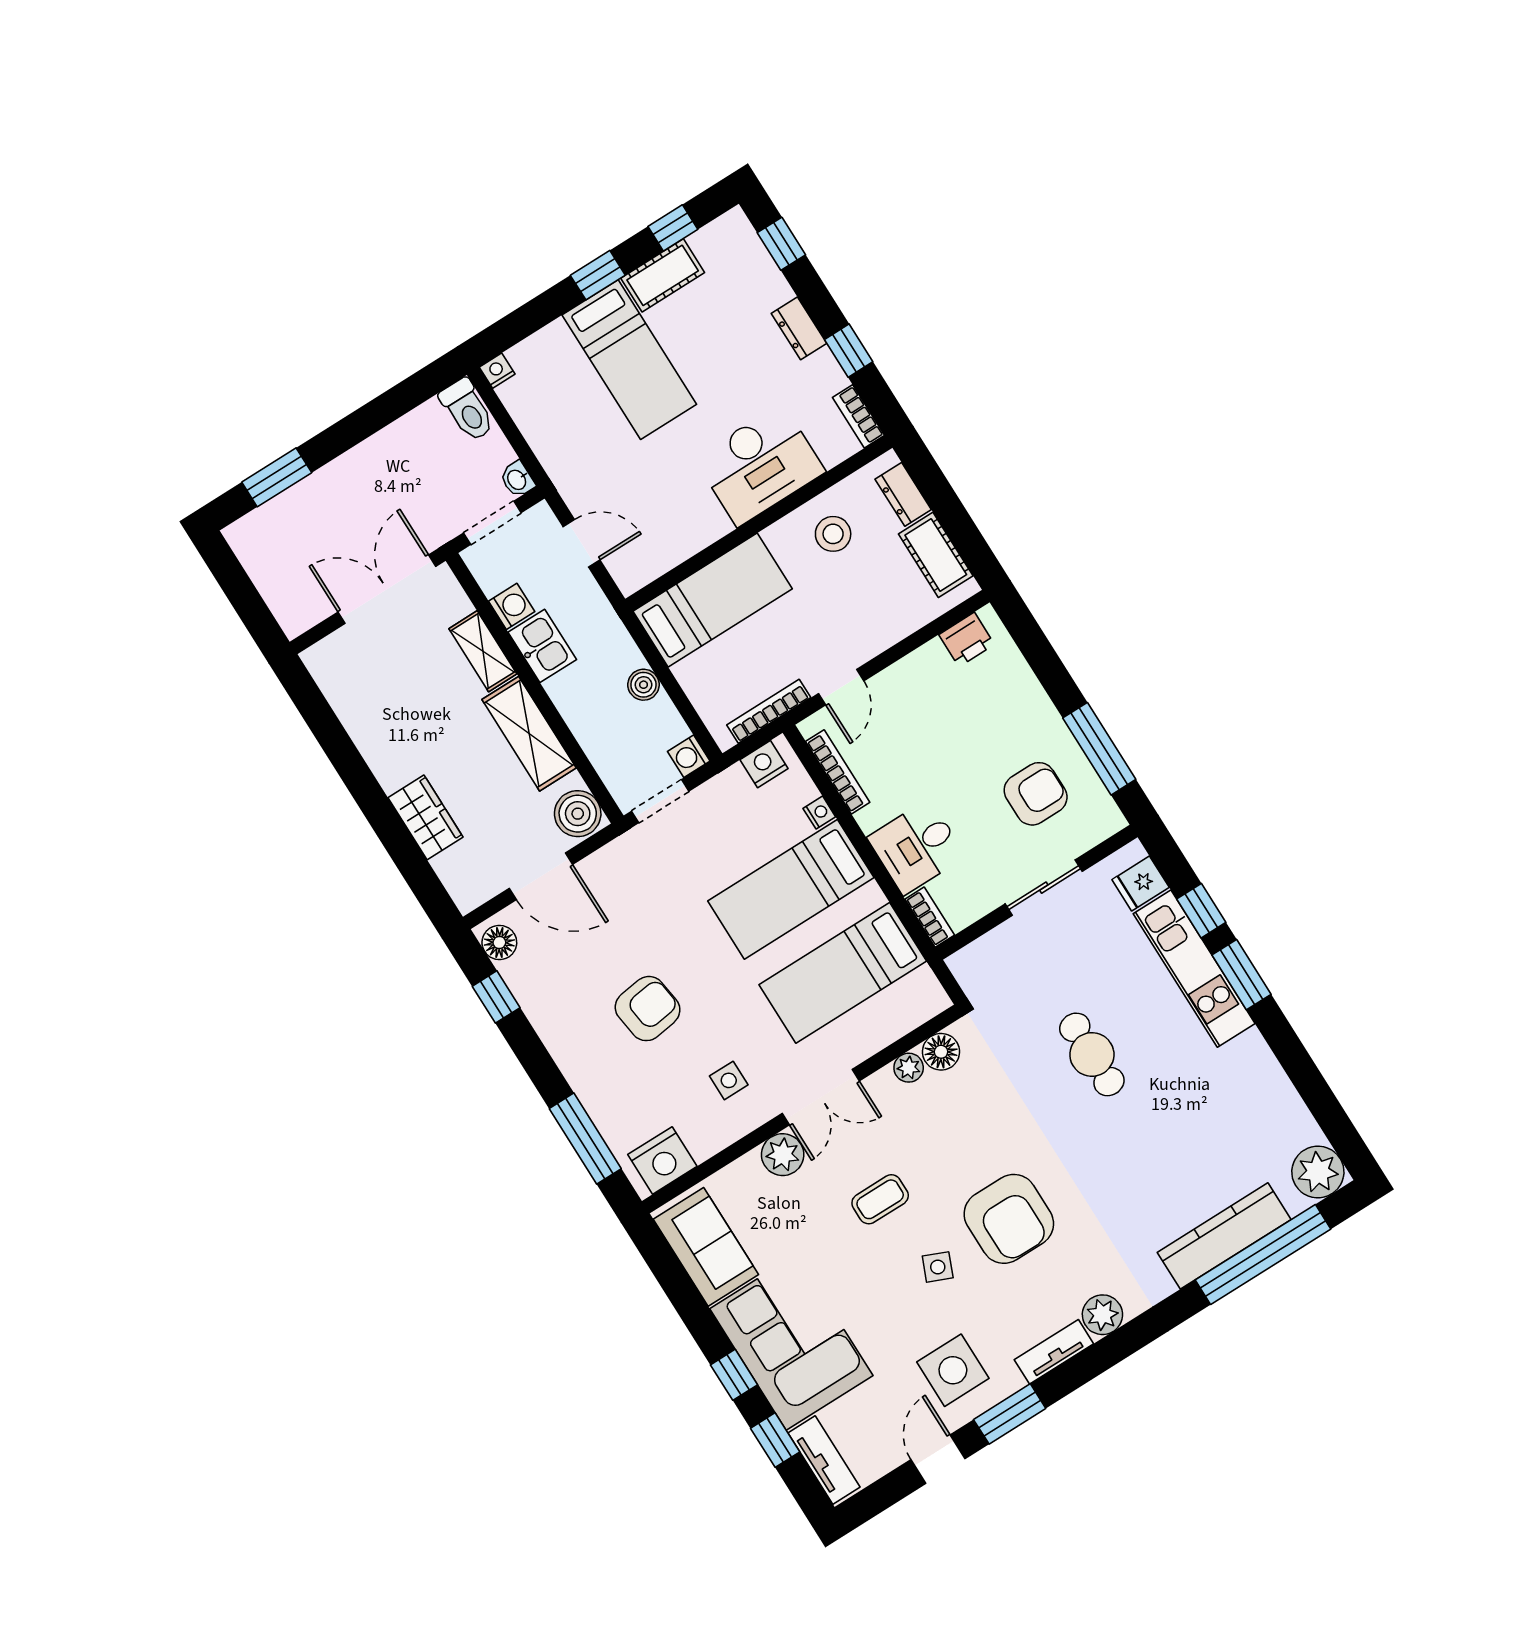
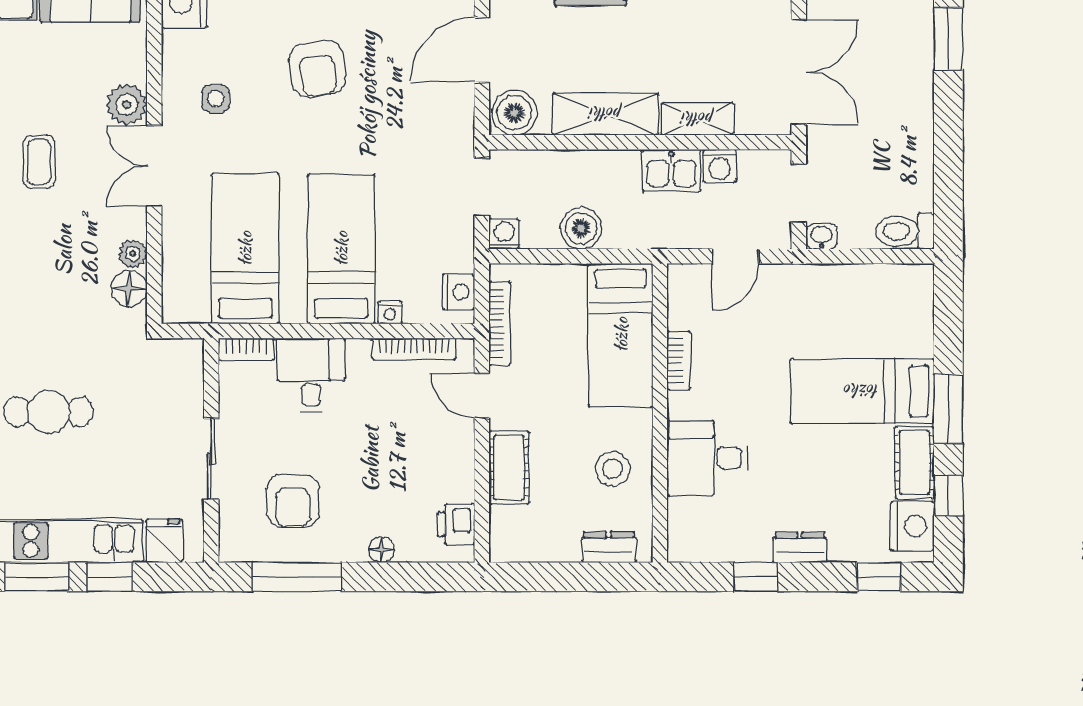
window: (598, 275) -> (948, 409), width x1.50
nightstand: (497, 371) -> (912, 526), moved, width x1.89, depth x1.79
bookcase: (859, 416) -> (679, 360), moved, turned 90
desk: (760, 465) -> (707, 458), width x0.73
cot: (936, 555) -> (509, 467), moved, turned 90
boiler: (643, 685) -> (581, 228), width x1.36, depth x1.36
floor lamp: (1030, 690) -> (381, 550), added

